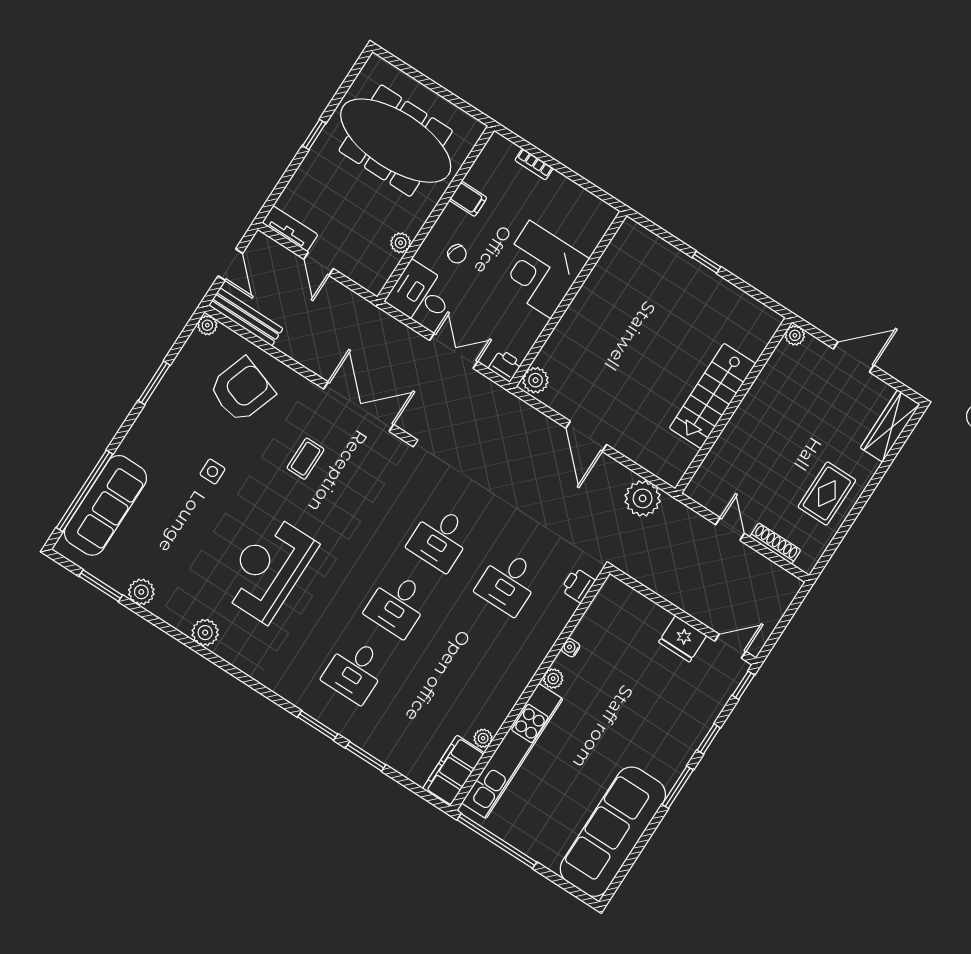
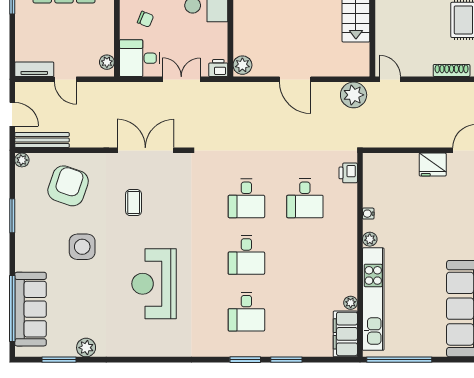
plant: (401, 243) -> (107, 62), moved
side table: (212, 471) -> (82, 247), width x1.87, depth x1.87
door: (730, 529) -> (390, 79), moved
plant: (205, 633) -> (141, 347), removed

